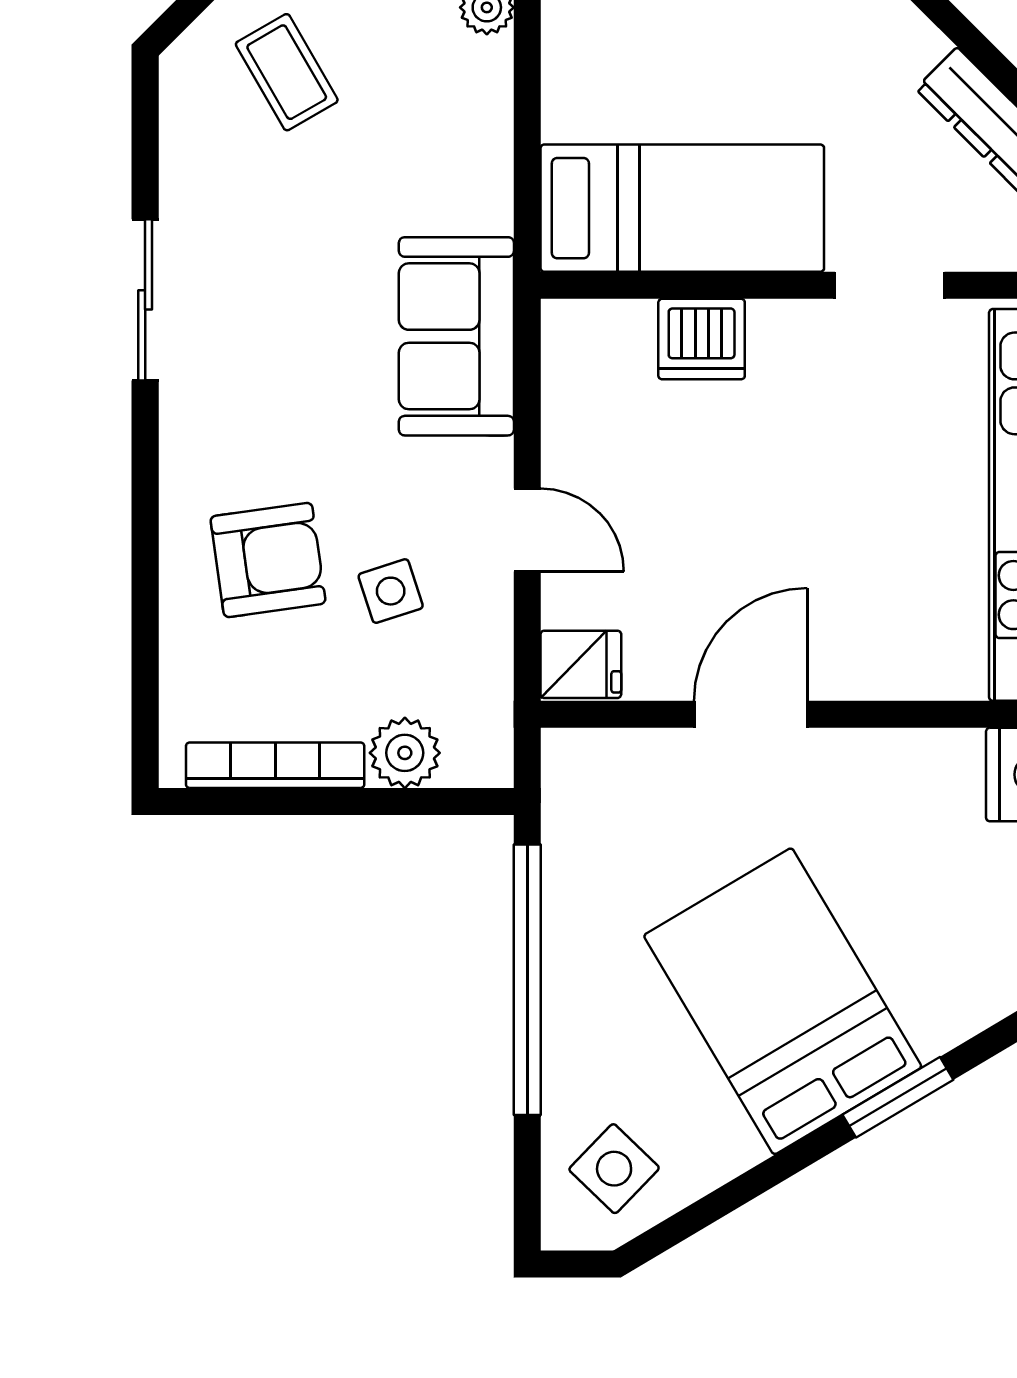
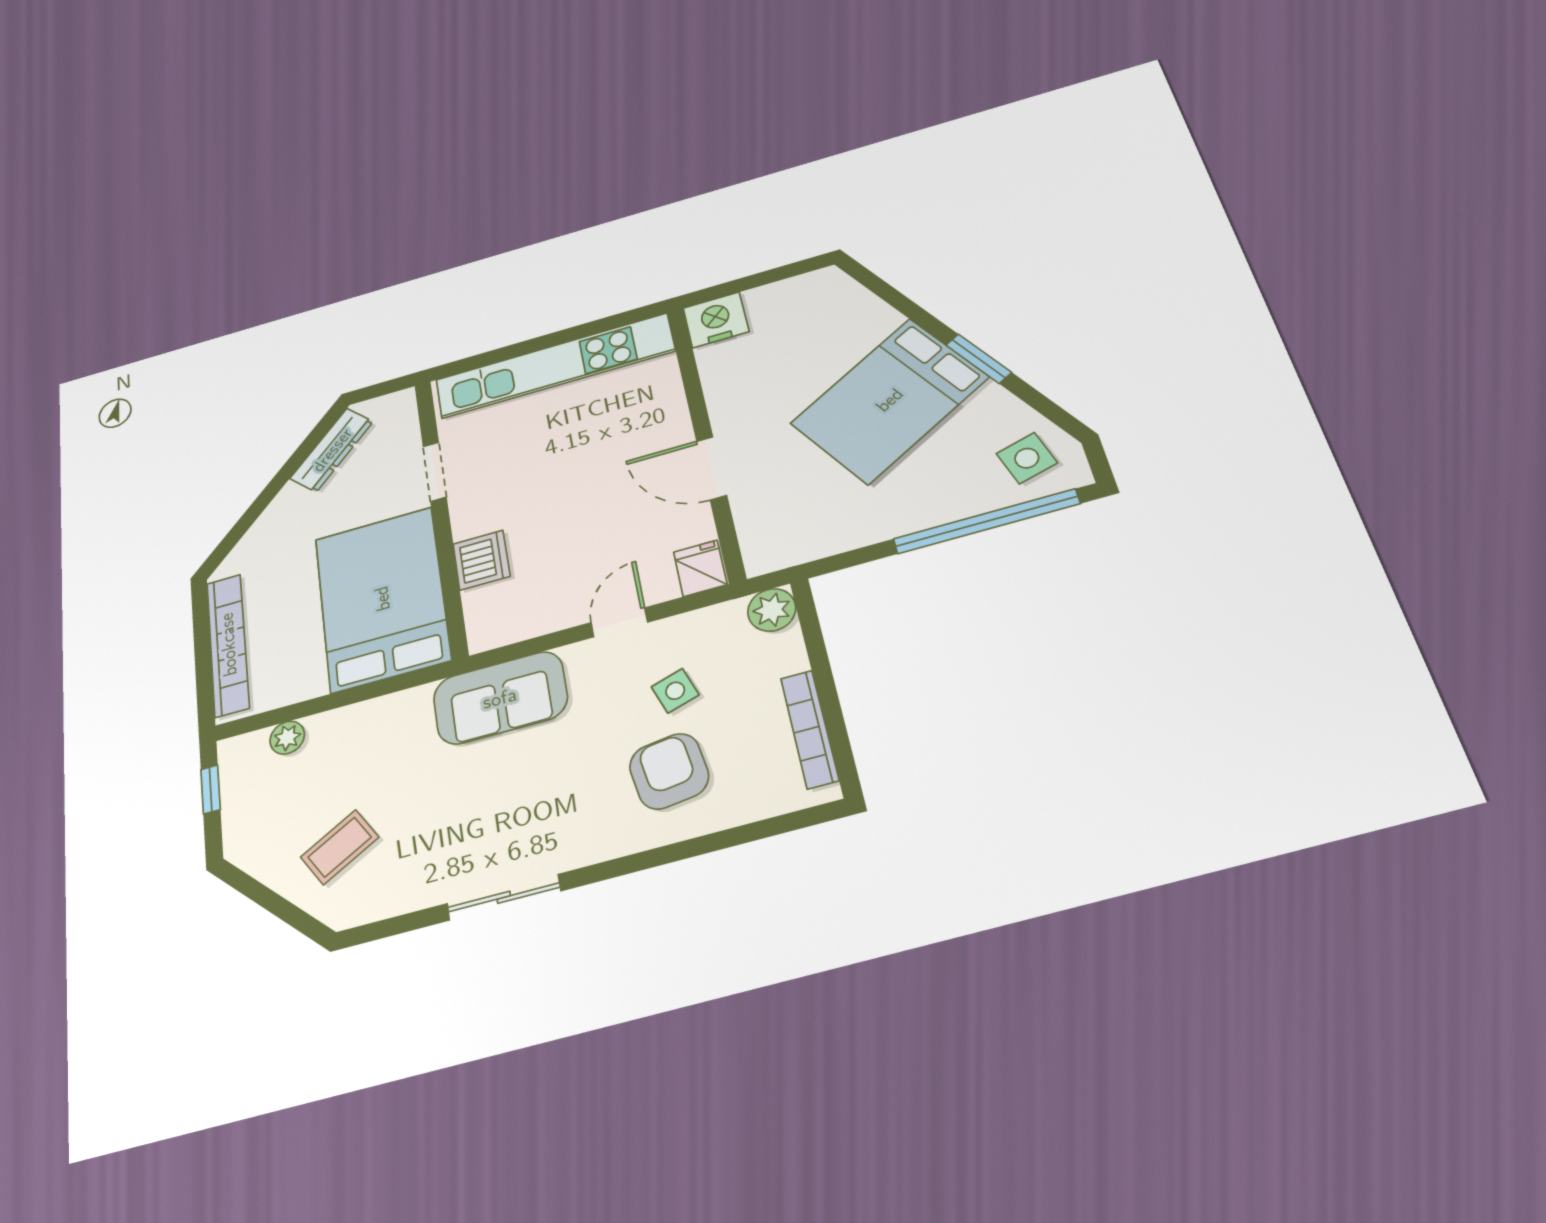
bed: (682, 208) -> (382, 599), width x1.50
plant: (405, 753) -> (772, 610), moved
window: (527, 980) -> (986, 521), moved
window: (898, 1097) -> (979, 359), moved
side table: (614, 1169) -> (1027, 458), turned 30

